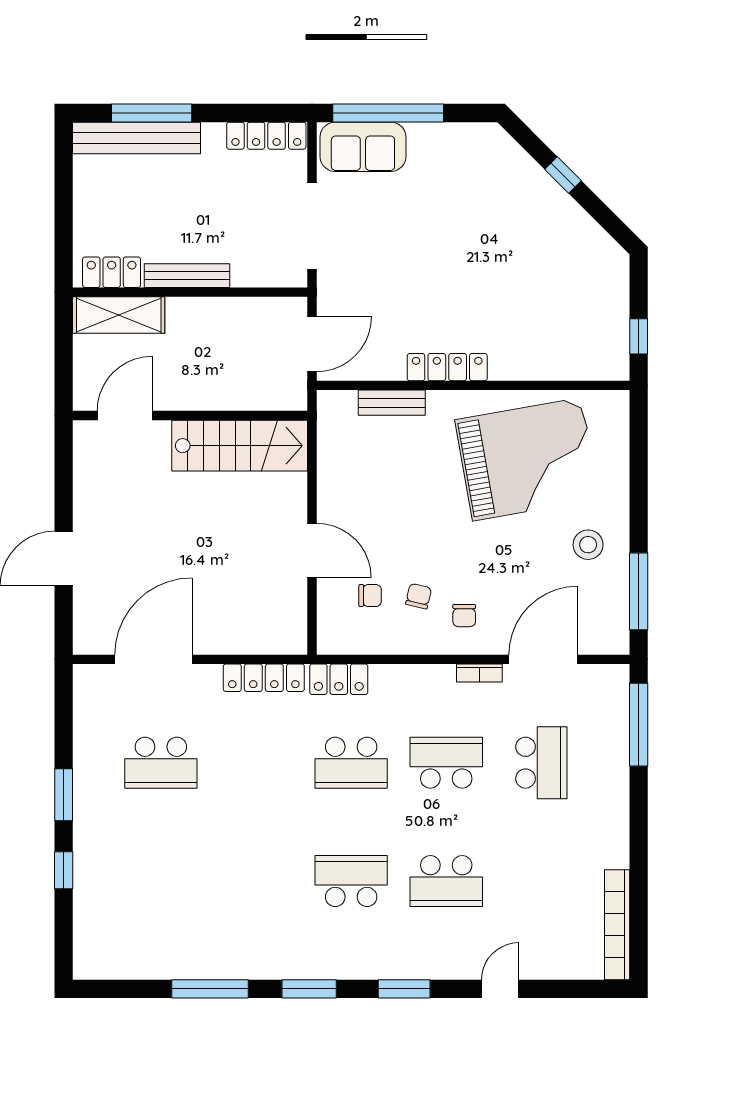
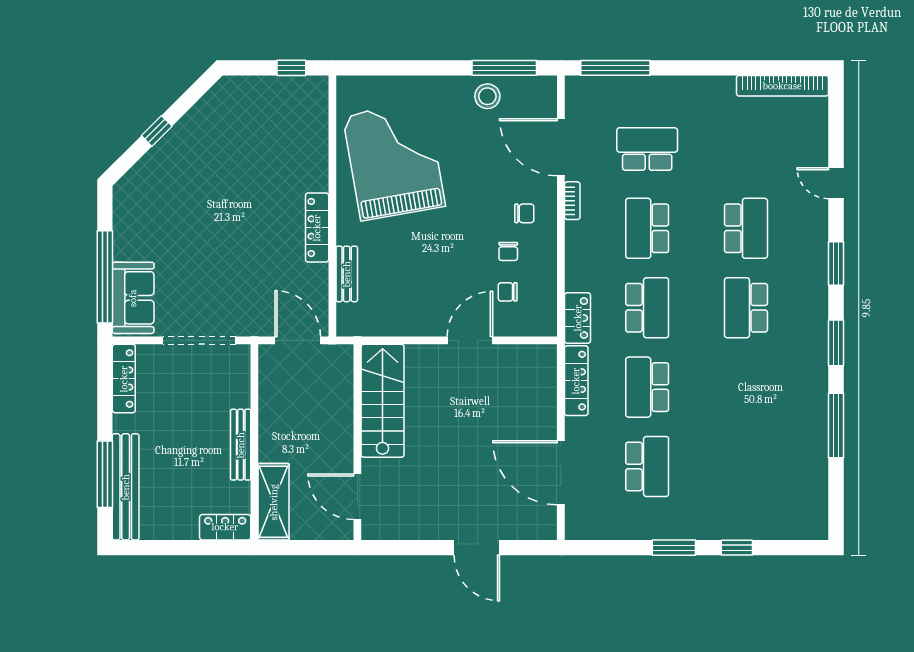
locker: (112, 272) -> (225, 527), moved, turned 90
stool: (588, 545) -> (487, 96), moved
chair: (370, 596) -> (508, 292), turned -90
chair: (419, 596) -> (508, 251), turned -103
school desk: (256, 763) -> (647, 387), added

